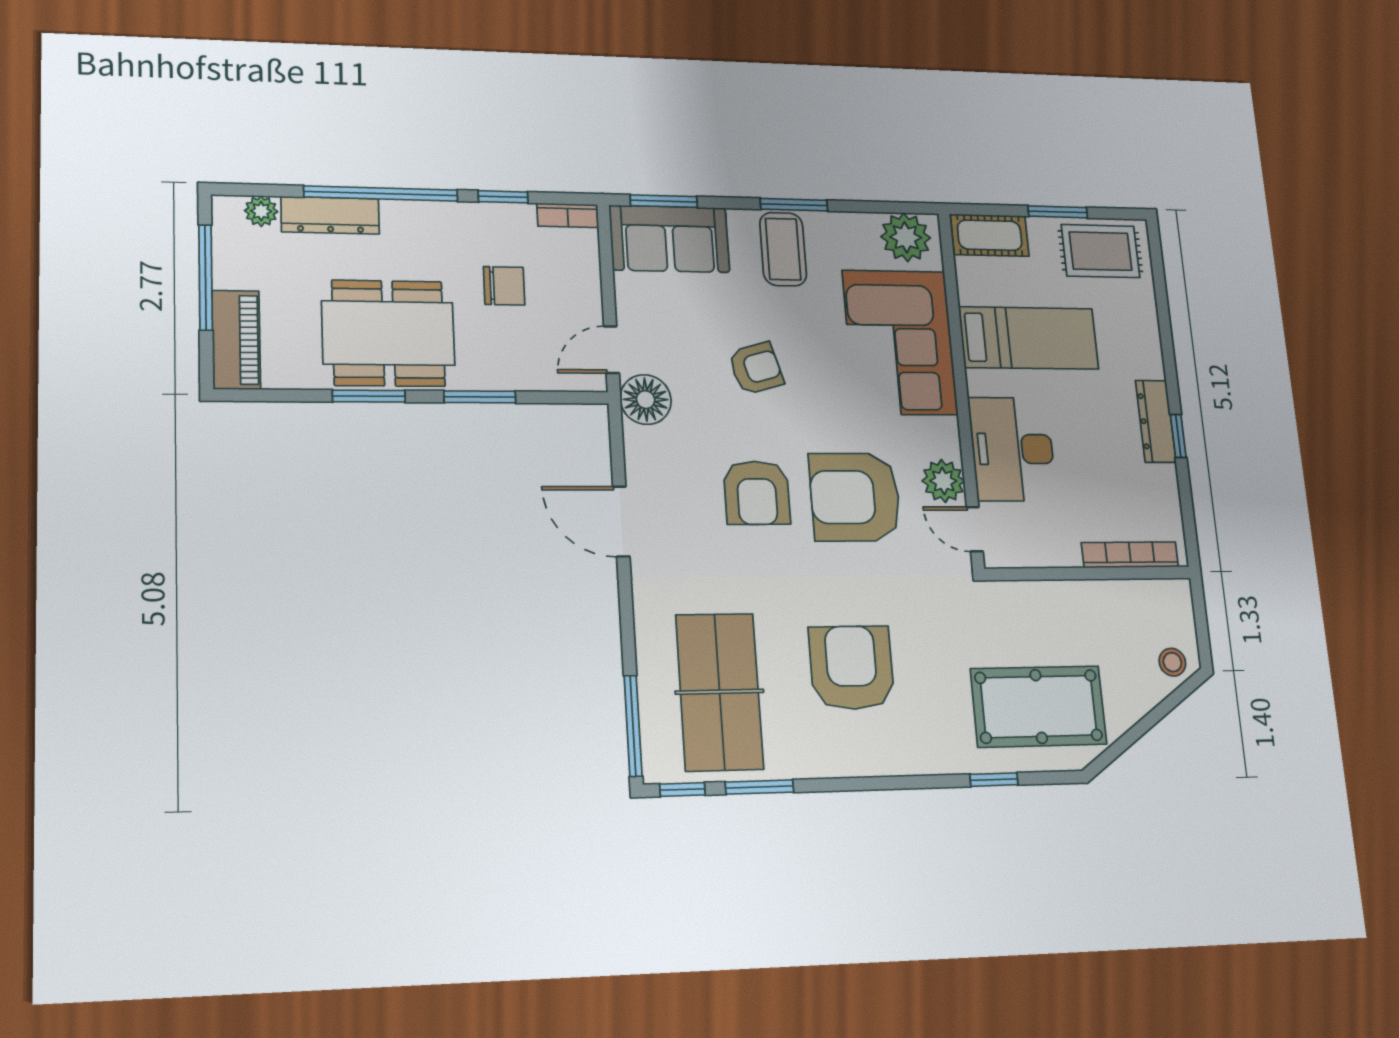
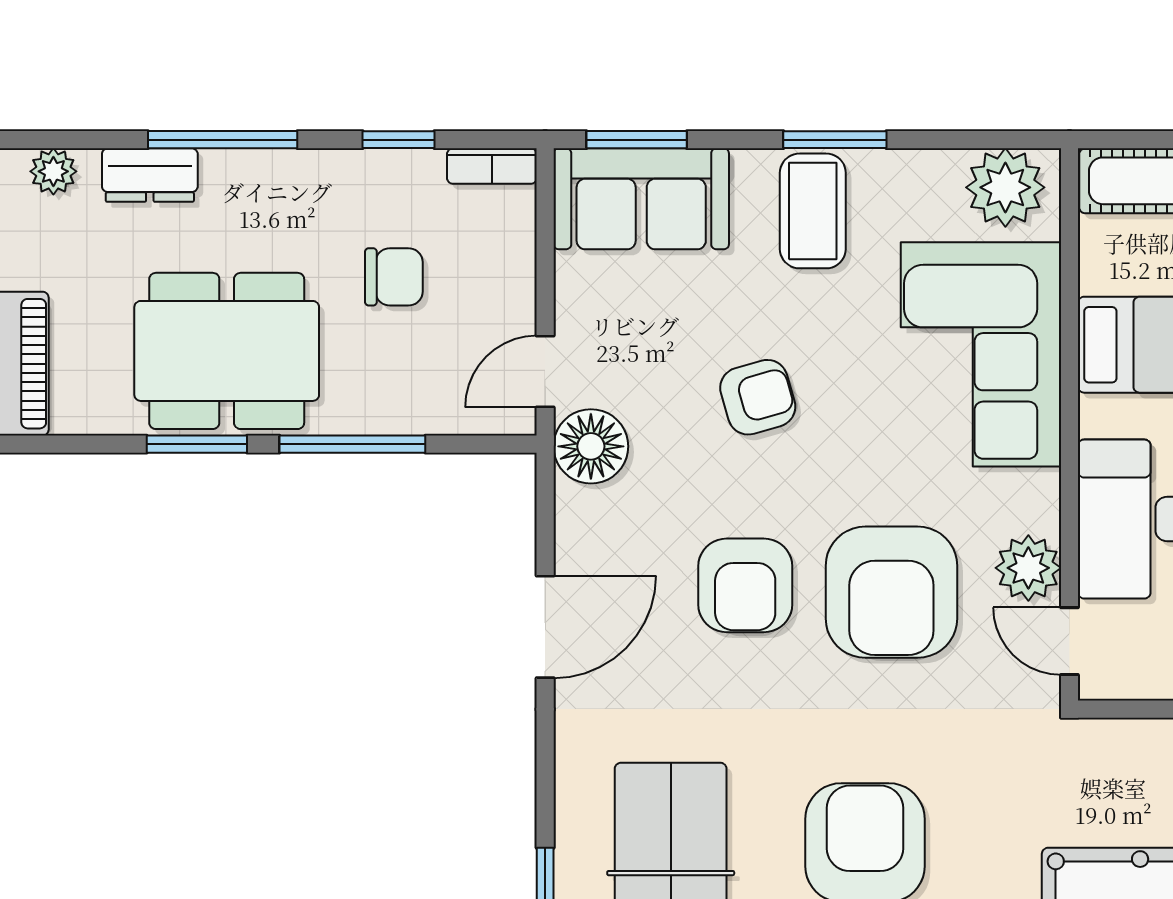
window: (381, 193) -> (223, 140), width x0.68
dresser: (330, 215) -> (150, 175), width x0.70
window: (480, 397) -> (352, 444), width x1.44
armchair: (855, 497) -> (891, 592), turned -90
door: (621, 521) -> (545, 627), swing flipped

